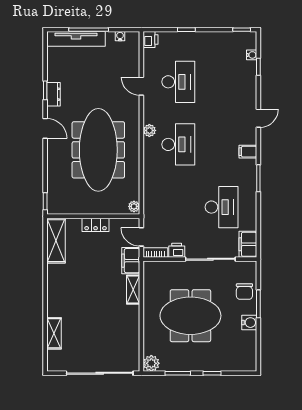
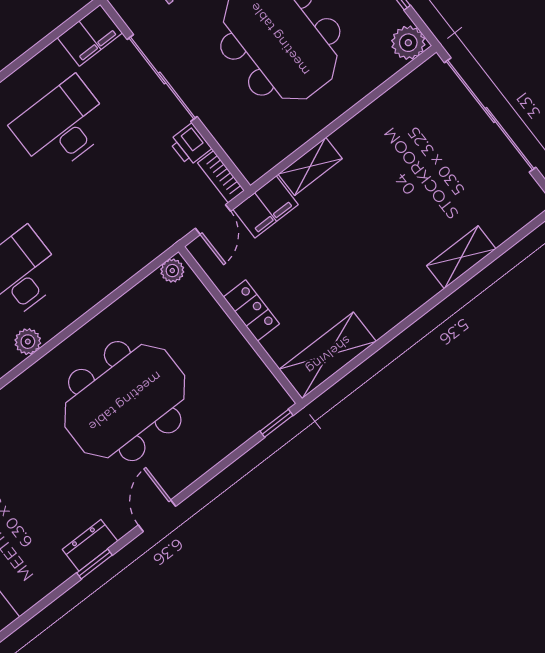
meeting table: (98, 150) -> (125, 401), width x0.73
shelving: (54, 333) -> (461, 257), moved

